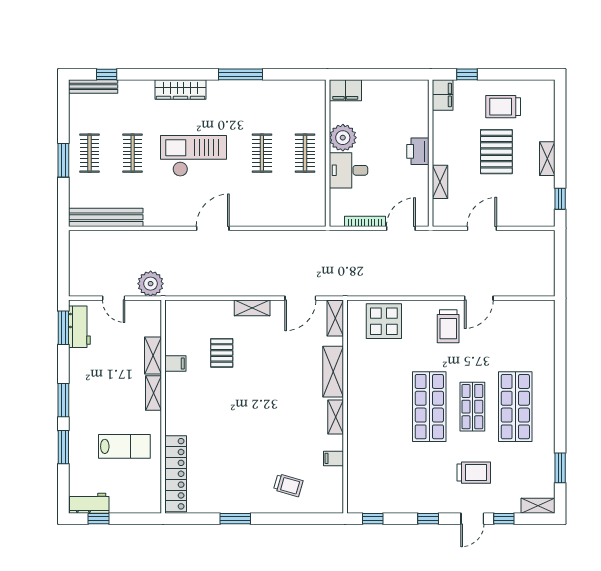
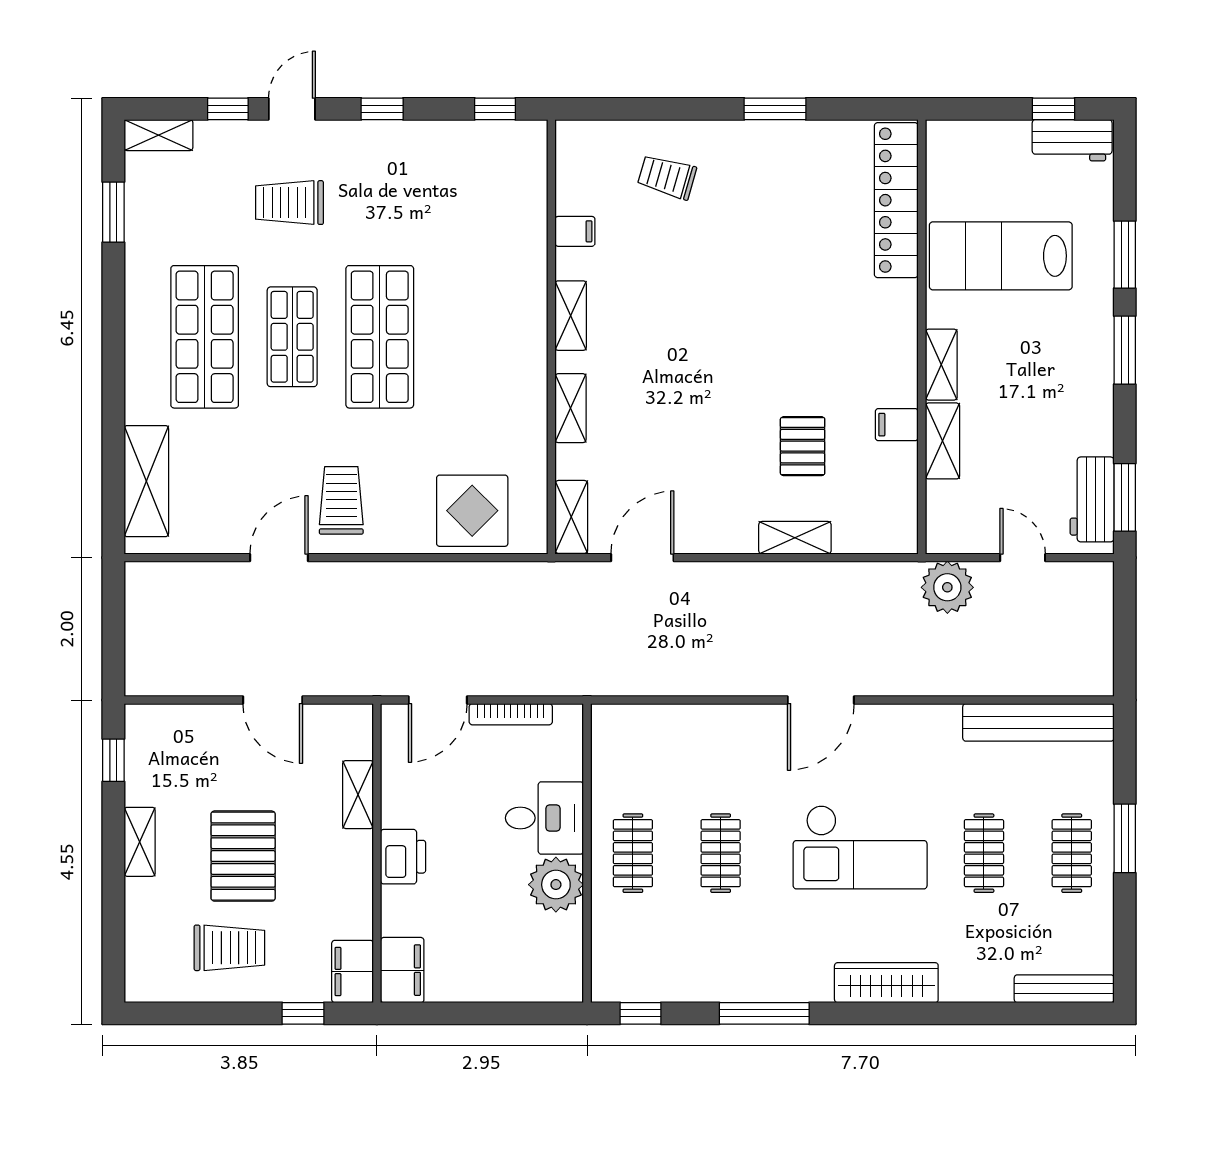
window: (107, 74) -> (640, 1013), moved
filing cabinet: (345, 90) -> (402, 970), moved, turned 90
door: (482, 228) -> (273, 700), hinge flipped
shelving: (252, 308) -> (795, 538), moved
shelving: (544, 336) -> (146, 481), added
shelving: (333, 372) -> (570, 408), width x0.67, depth x0.75
lab bench: (124, 446) -> (1001, 256), width x1.36, depth x1.39

